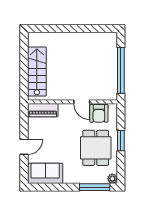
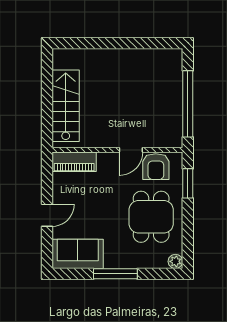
door: (82, 102) -> (131, 150), hinge flipped
window: (121, 141) -> (188, 183), moved
window: (95, 187) -> (115, 274), moved

